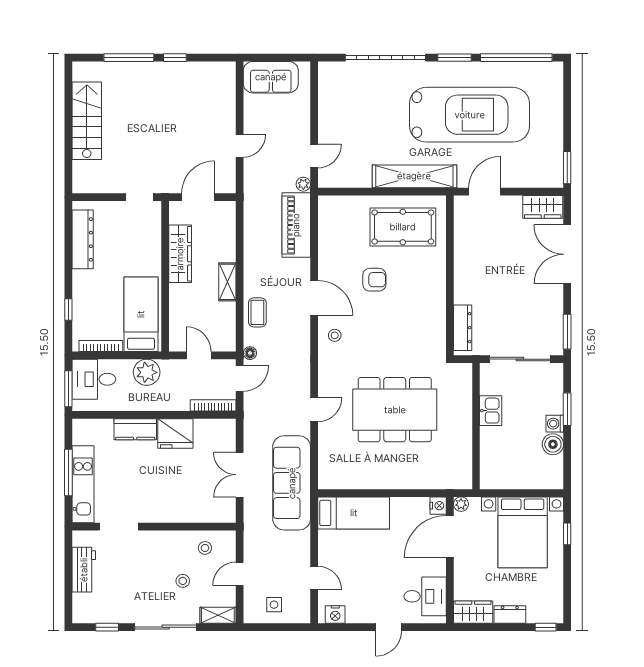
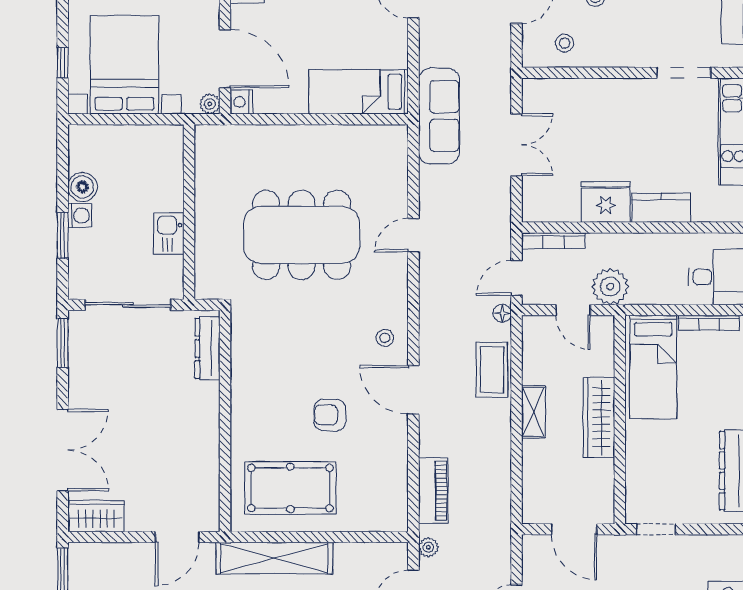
door: (198, 197) -> (574, 529), hinge flipped
piano: (296, 225) -> (433, 491), width x0.73, depth x0.75
wardrobe: (180, 254) -> (599, 417), moved
coffee table: (257, 312) -> (492, 370), width x1.36, depth x1.30
plant: (147, 372) -> (610, 287), moved
sofa: (292, 483) -> (439, 116), width x0.74, depth x0.79
door: (450, 537) -> (225, 59), hinge flipped

